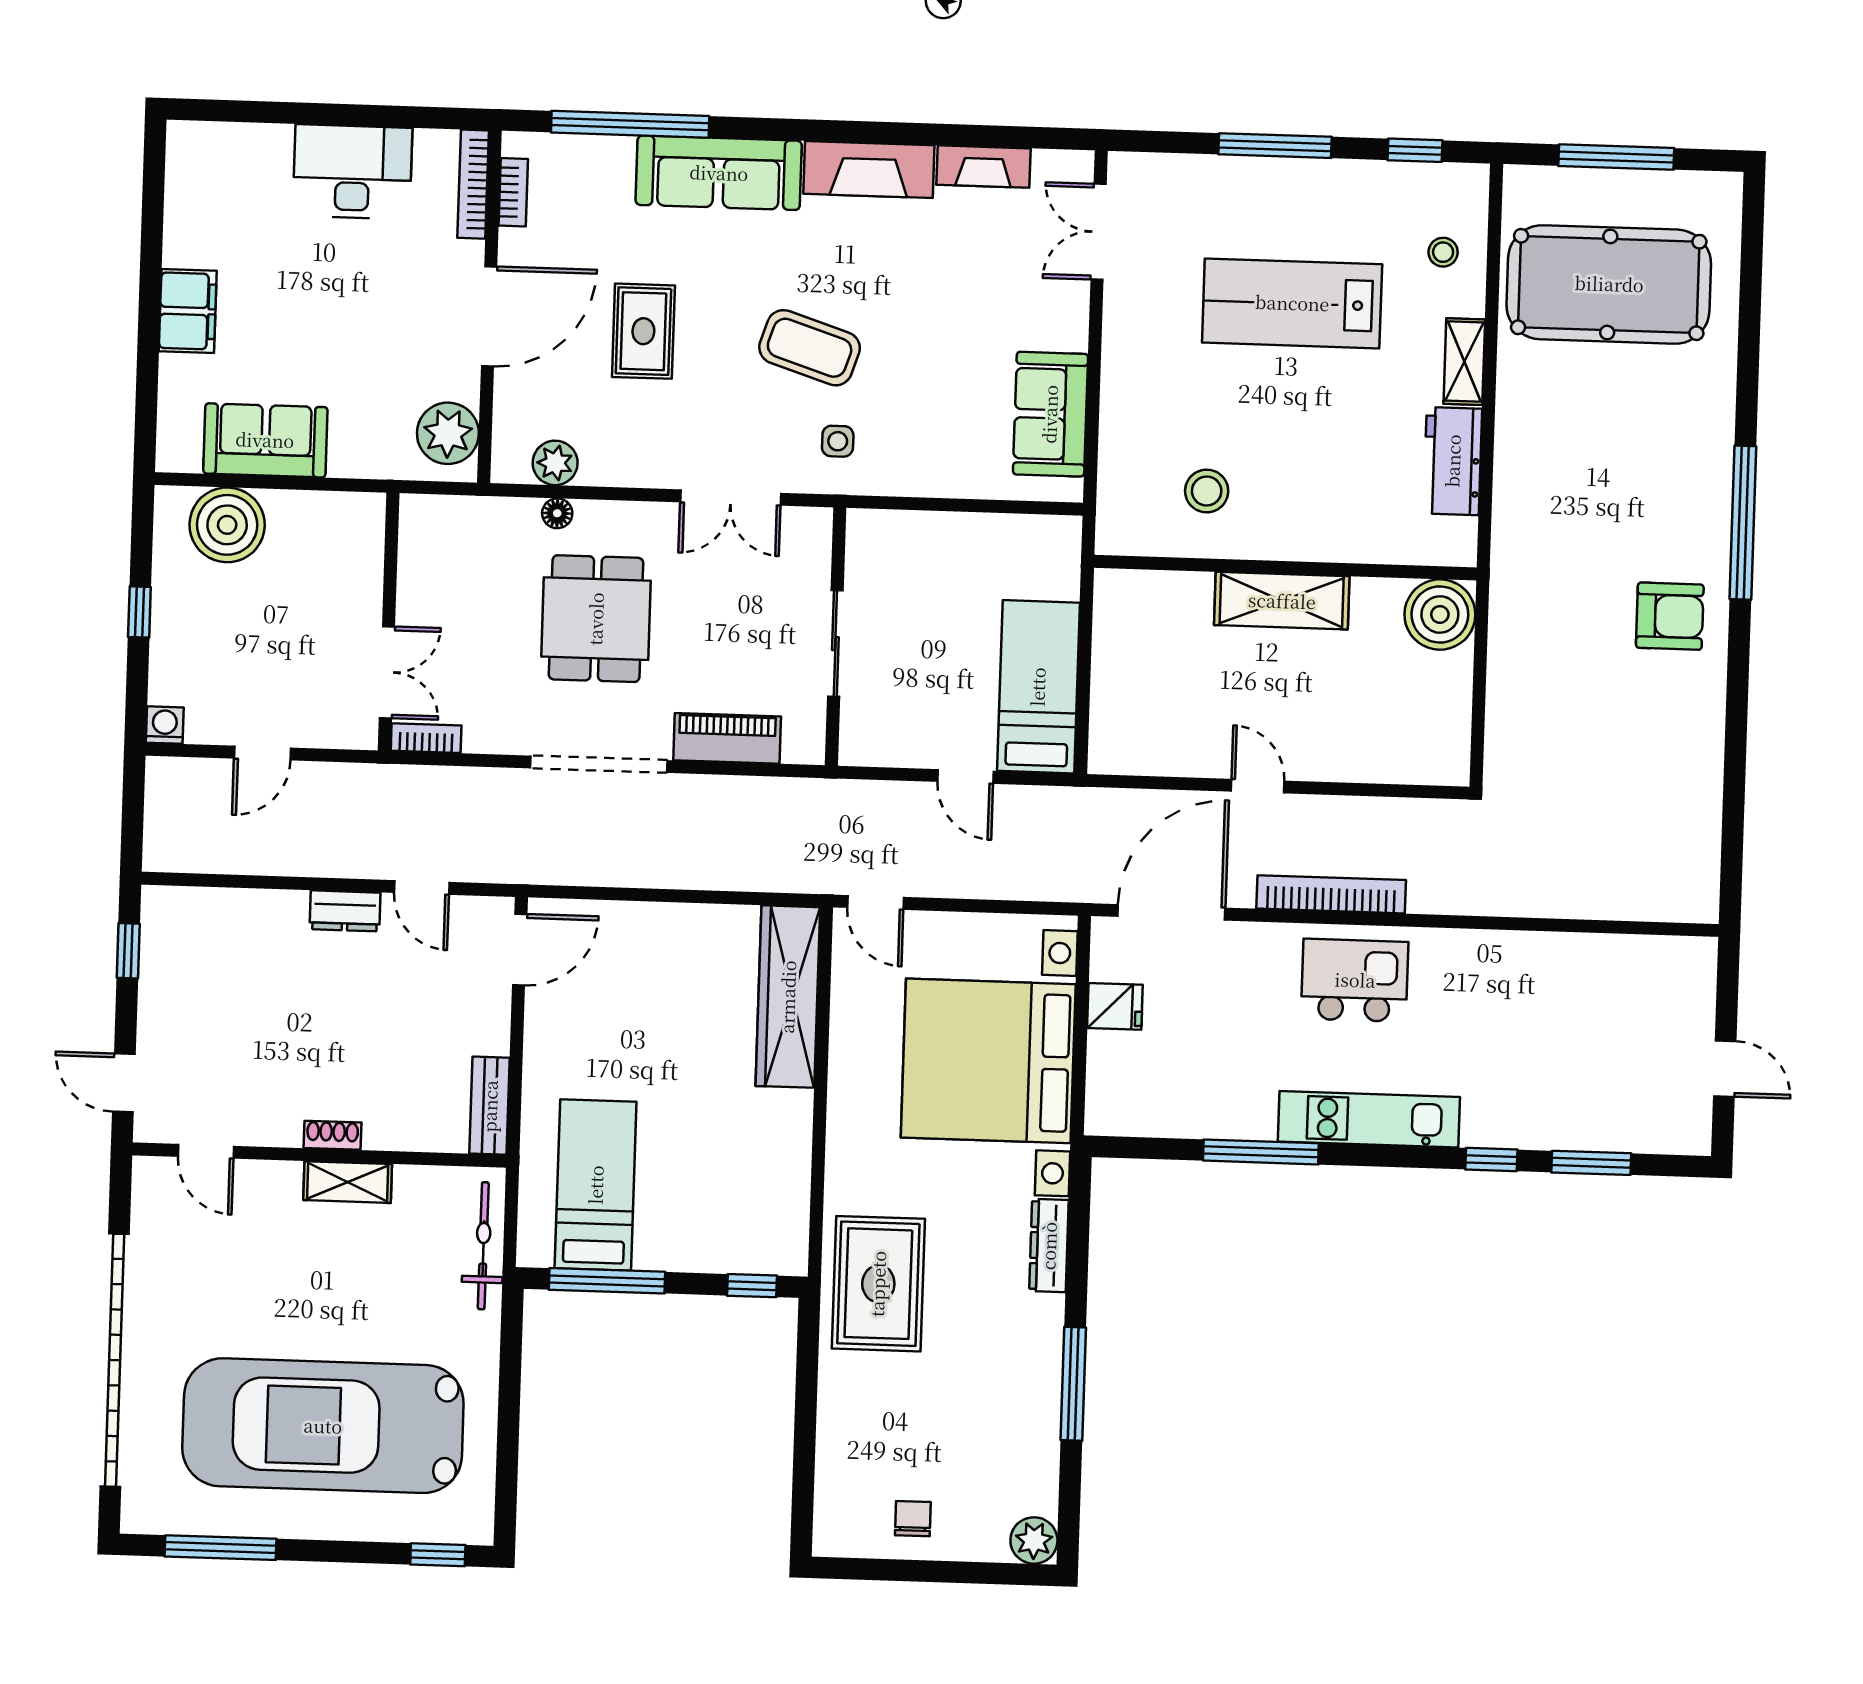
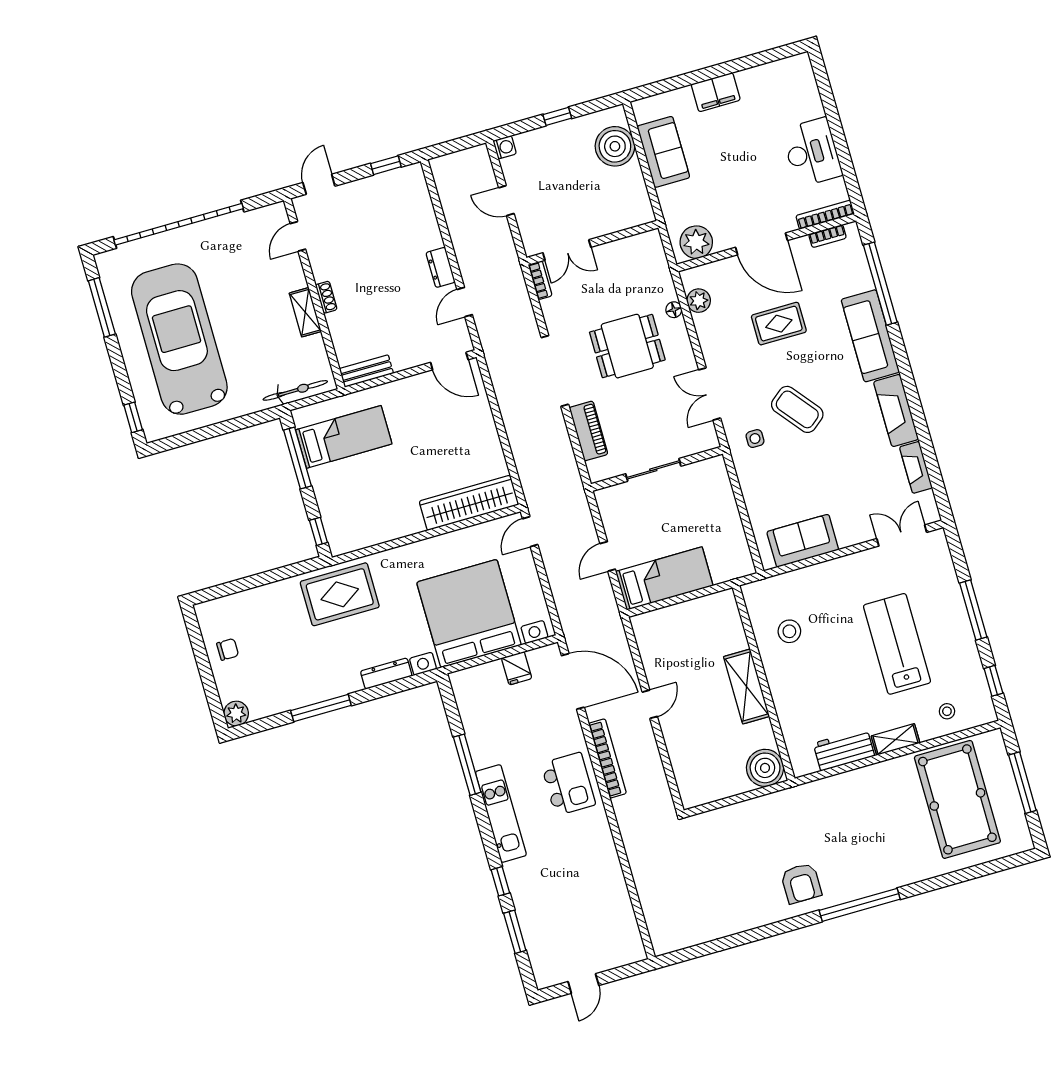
coffee table: (810, 348) -> (797, 409), turned -57

